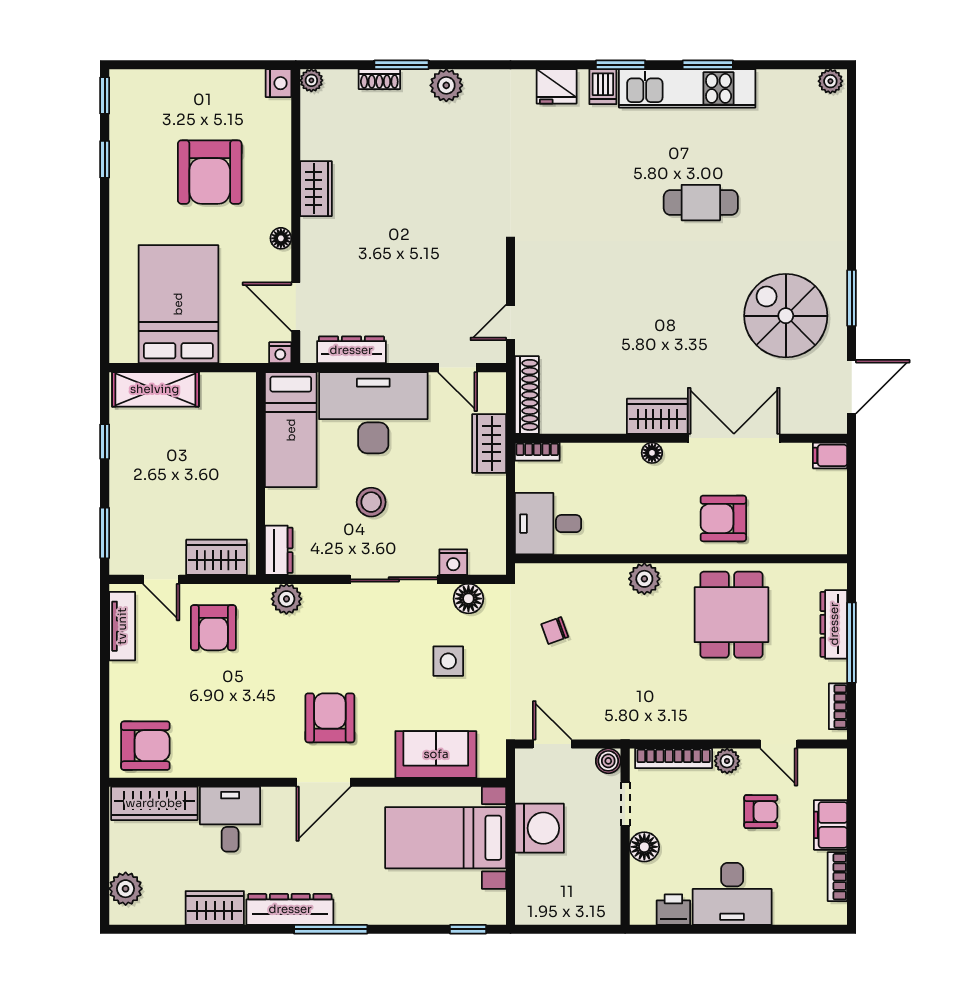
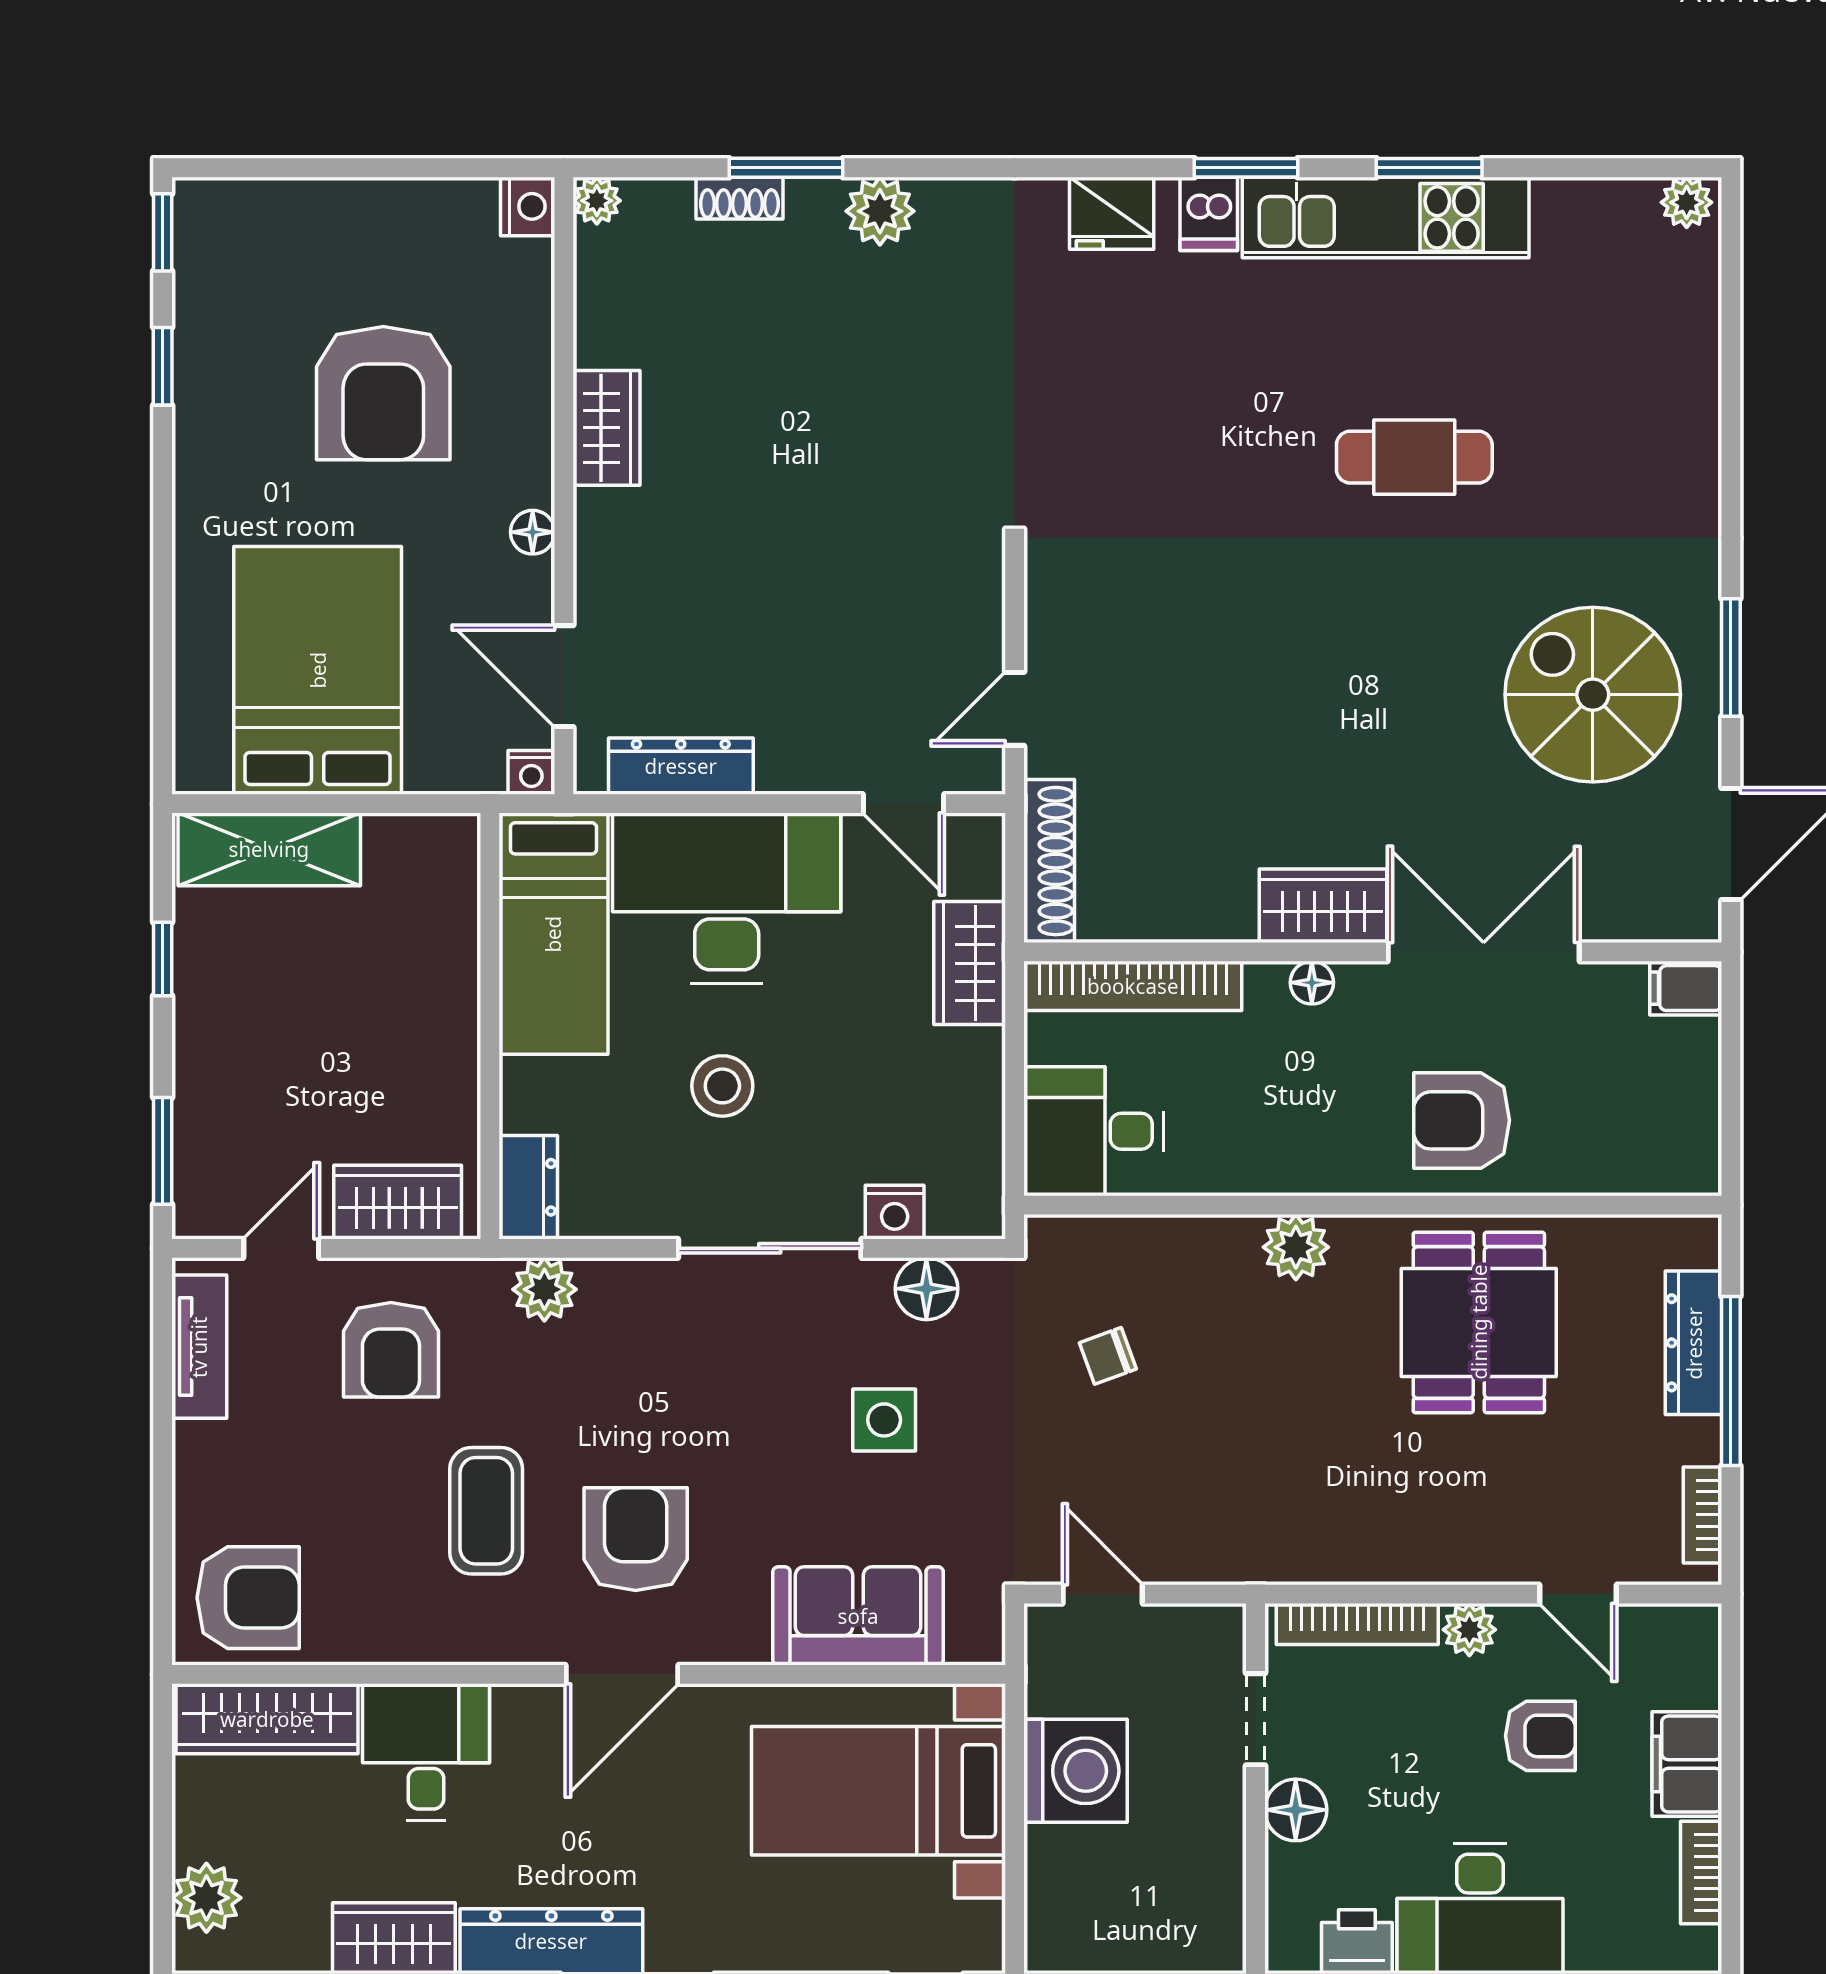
bookcase: (537, 452) -> (1133, 986), width x2.31, depth x1.31
door: (161, 579) -> (281, 1248), swing flipped
coffee table: (259, 704) -> (486, 1511), added
boiler: (608, 761) -> (1220, 1629), removed

